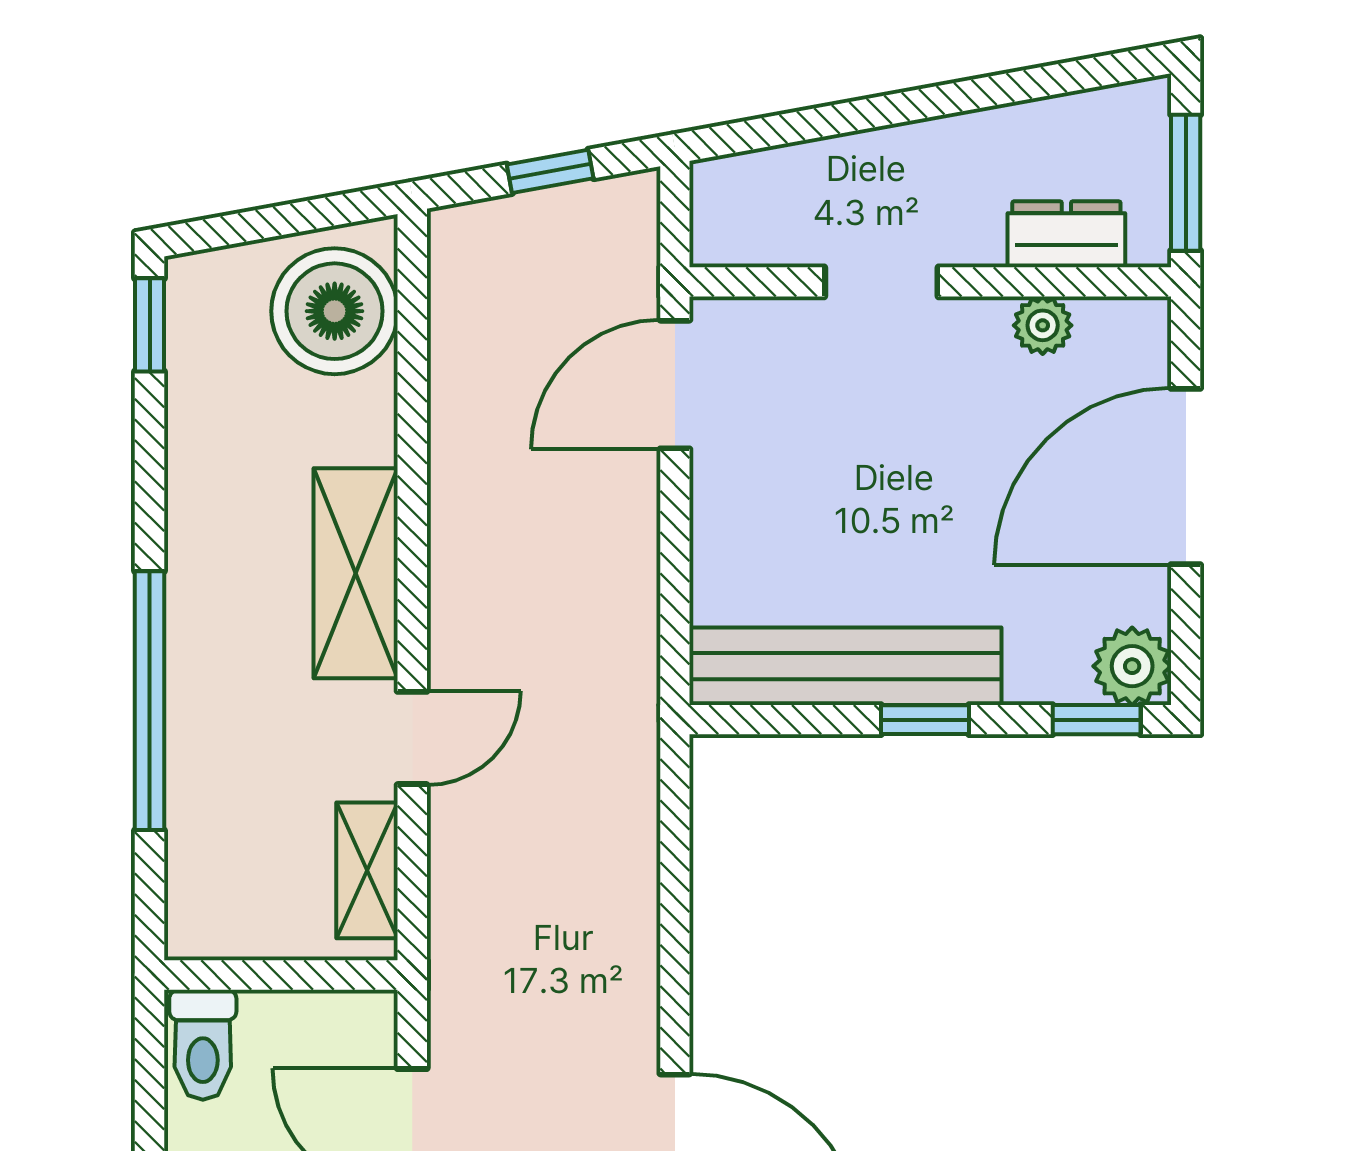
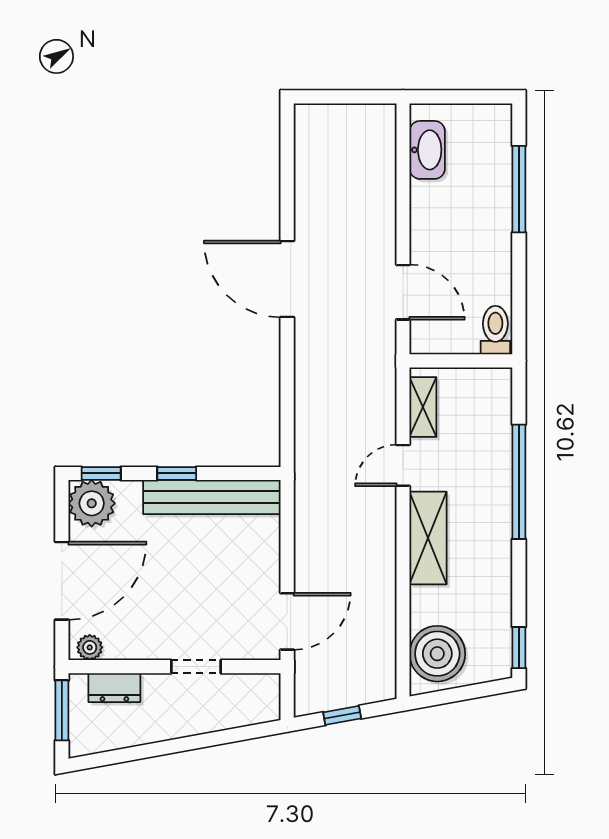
plant: (1043, 325) -> (90, 647), moved
plant: (1132, 666) -> (92, 503), width x1.36, depth x1.36

